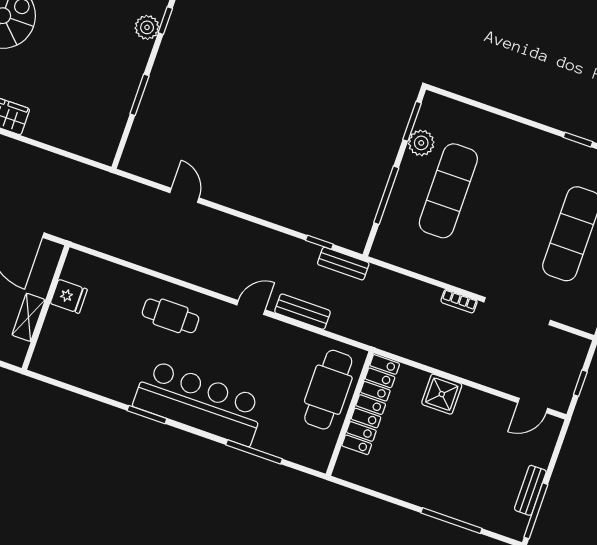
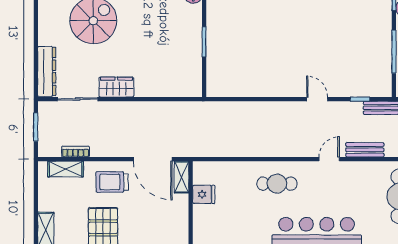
door: (184, 195) -> (317, 99), moved
shelving: (29, 317) -> (182, 177), moved

